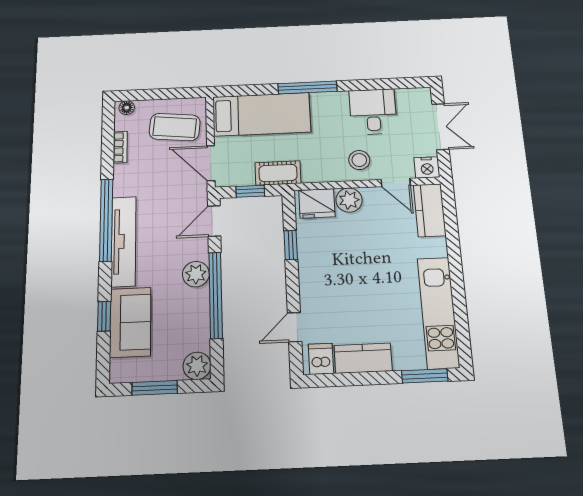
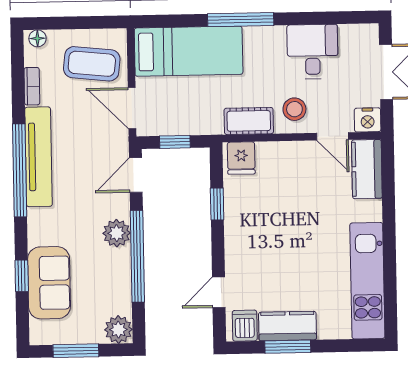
cot: (278, 173) -> (249, 121), moved
plant: (349, 200) -> (281, 155), removed
fridge: (317, 203) -> (241, 158), width x0.72
tv unit: (124, 241) -> (38, 157), moved
window: (425, 376) -> (288, 347), moved

